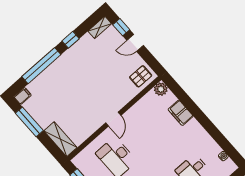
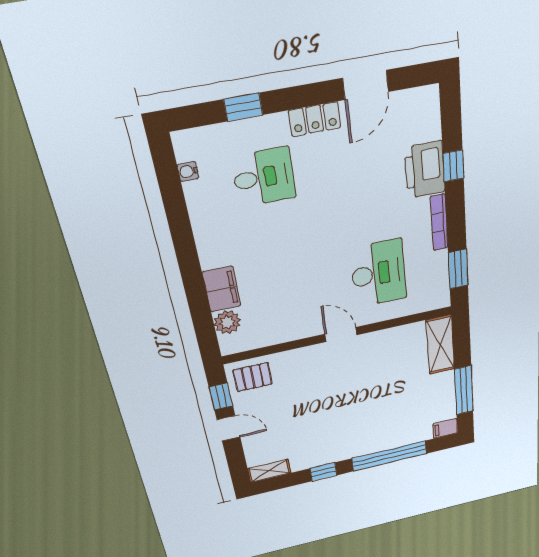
window: (121, 27) -> (221, 396), moved
plant: (161, 89) -> (227, 322), moved
door: (113, 119) -> (341, 334), hinge flipped

